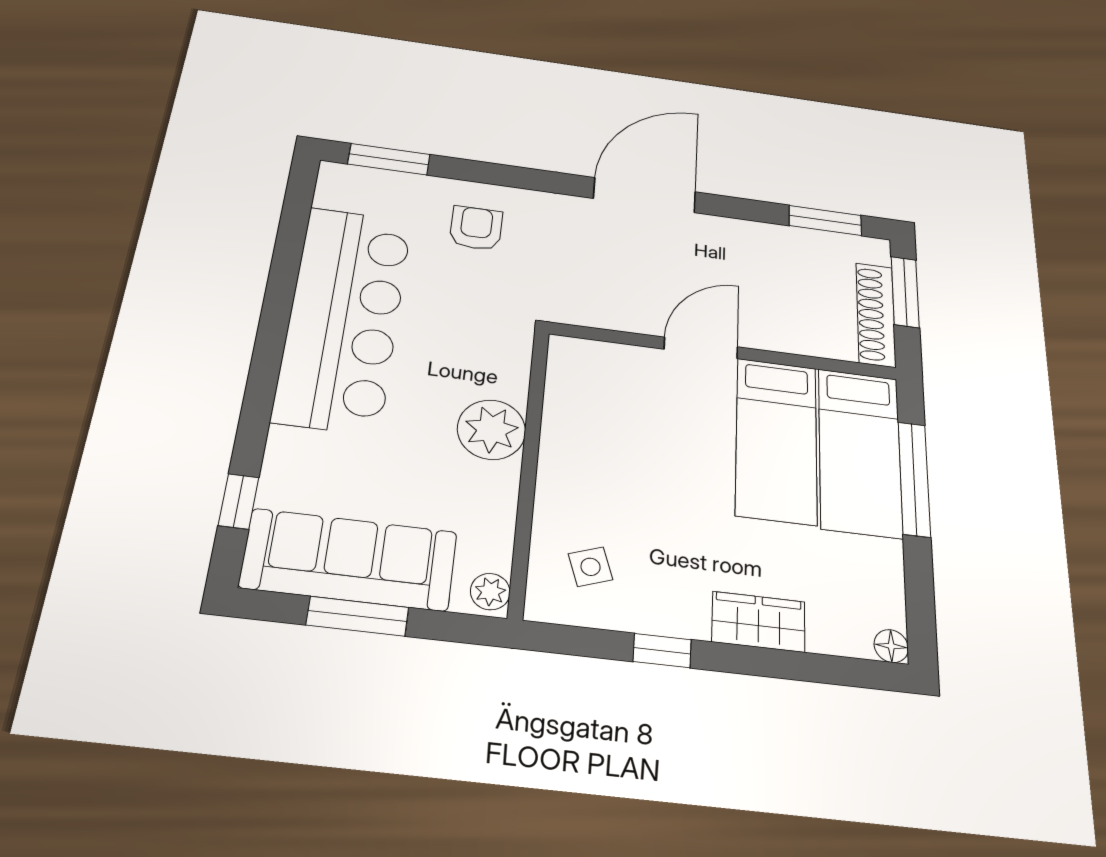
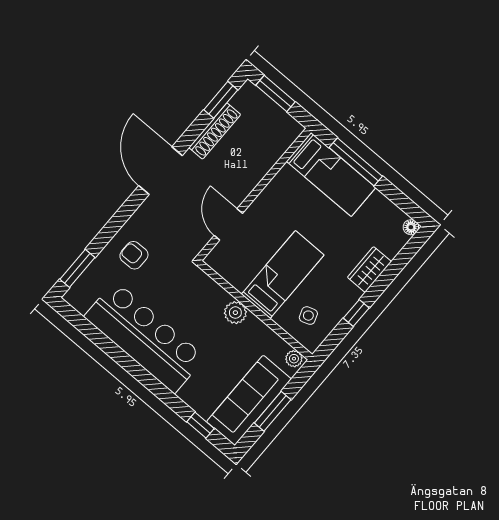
shoe rack: (876, 315) -> (215, 131), moved, turned -90
door: (701, 348) -> (228, 224), moved
plant: (491, 430) -> (235, 313), width x0.73, depth x0.73
bed: (776, 440) -> (283, 275), moved, turned -90

